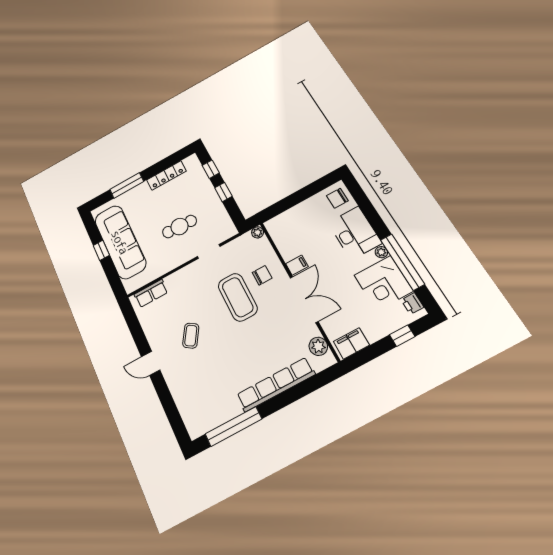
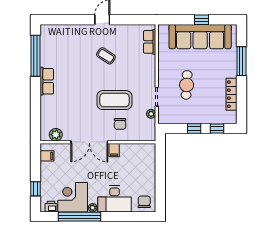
plant: (258, 232) -> (151, 114), moved
filing cabinet: (351, 343) -> (47, 156), width x0.50
row of seats: (276, 385) -> (47, 81), width x0.50

